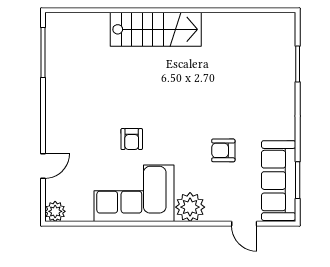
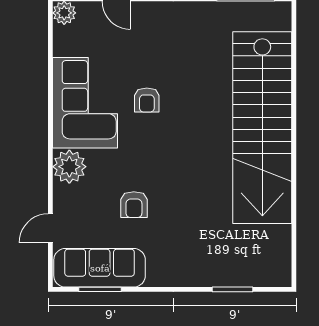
stairs: (156, 29) -> (262, 128), width x1.86, depth x1.51
armchair: (132, 139) -> (147, 100), turned -90
armchair: (223, 150) -> (134, 205), turned 180

